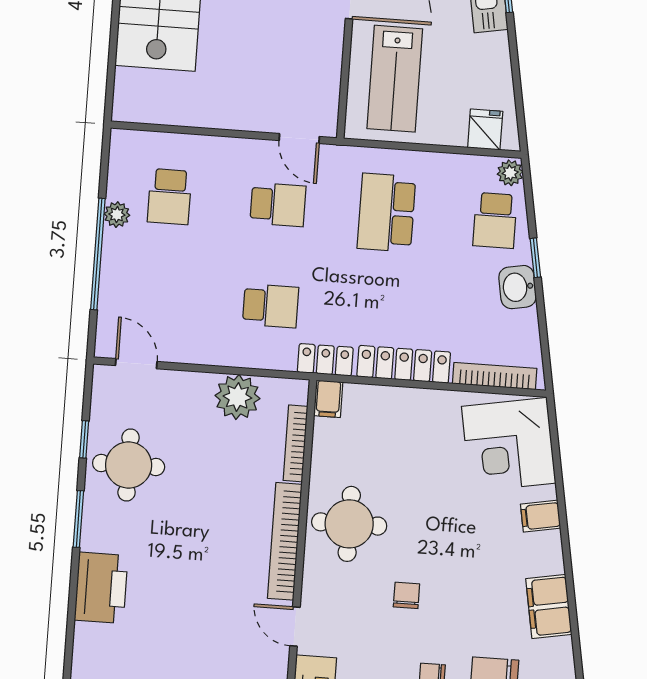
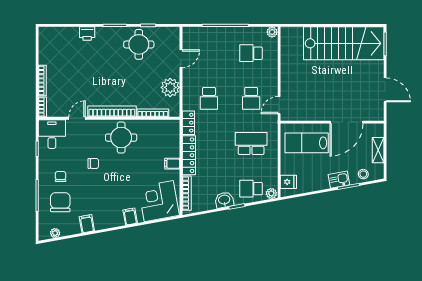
plant: (117, 215) -> (272, 32), moved
door: (136, 364) -> (181, 59), moved
filing cabinet: (328, 399) -> (172, 164), moved
printer: (101, 588) -> (87, 34), width x0.53, depth x0.68
filing cabinet: (549, 607) -> (87, 224), width x0.50

